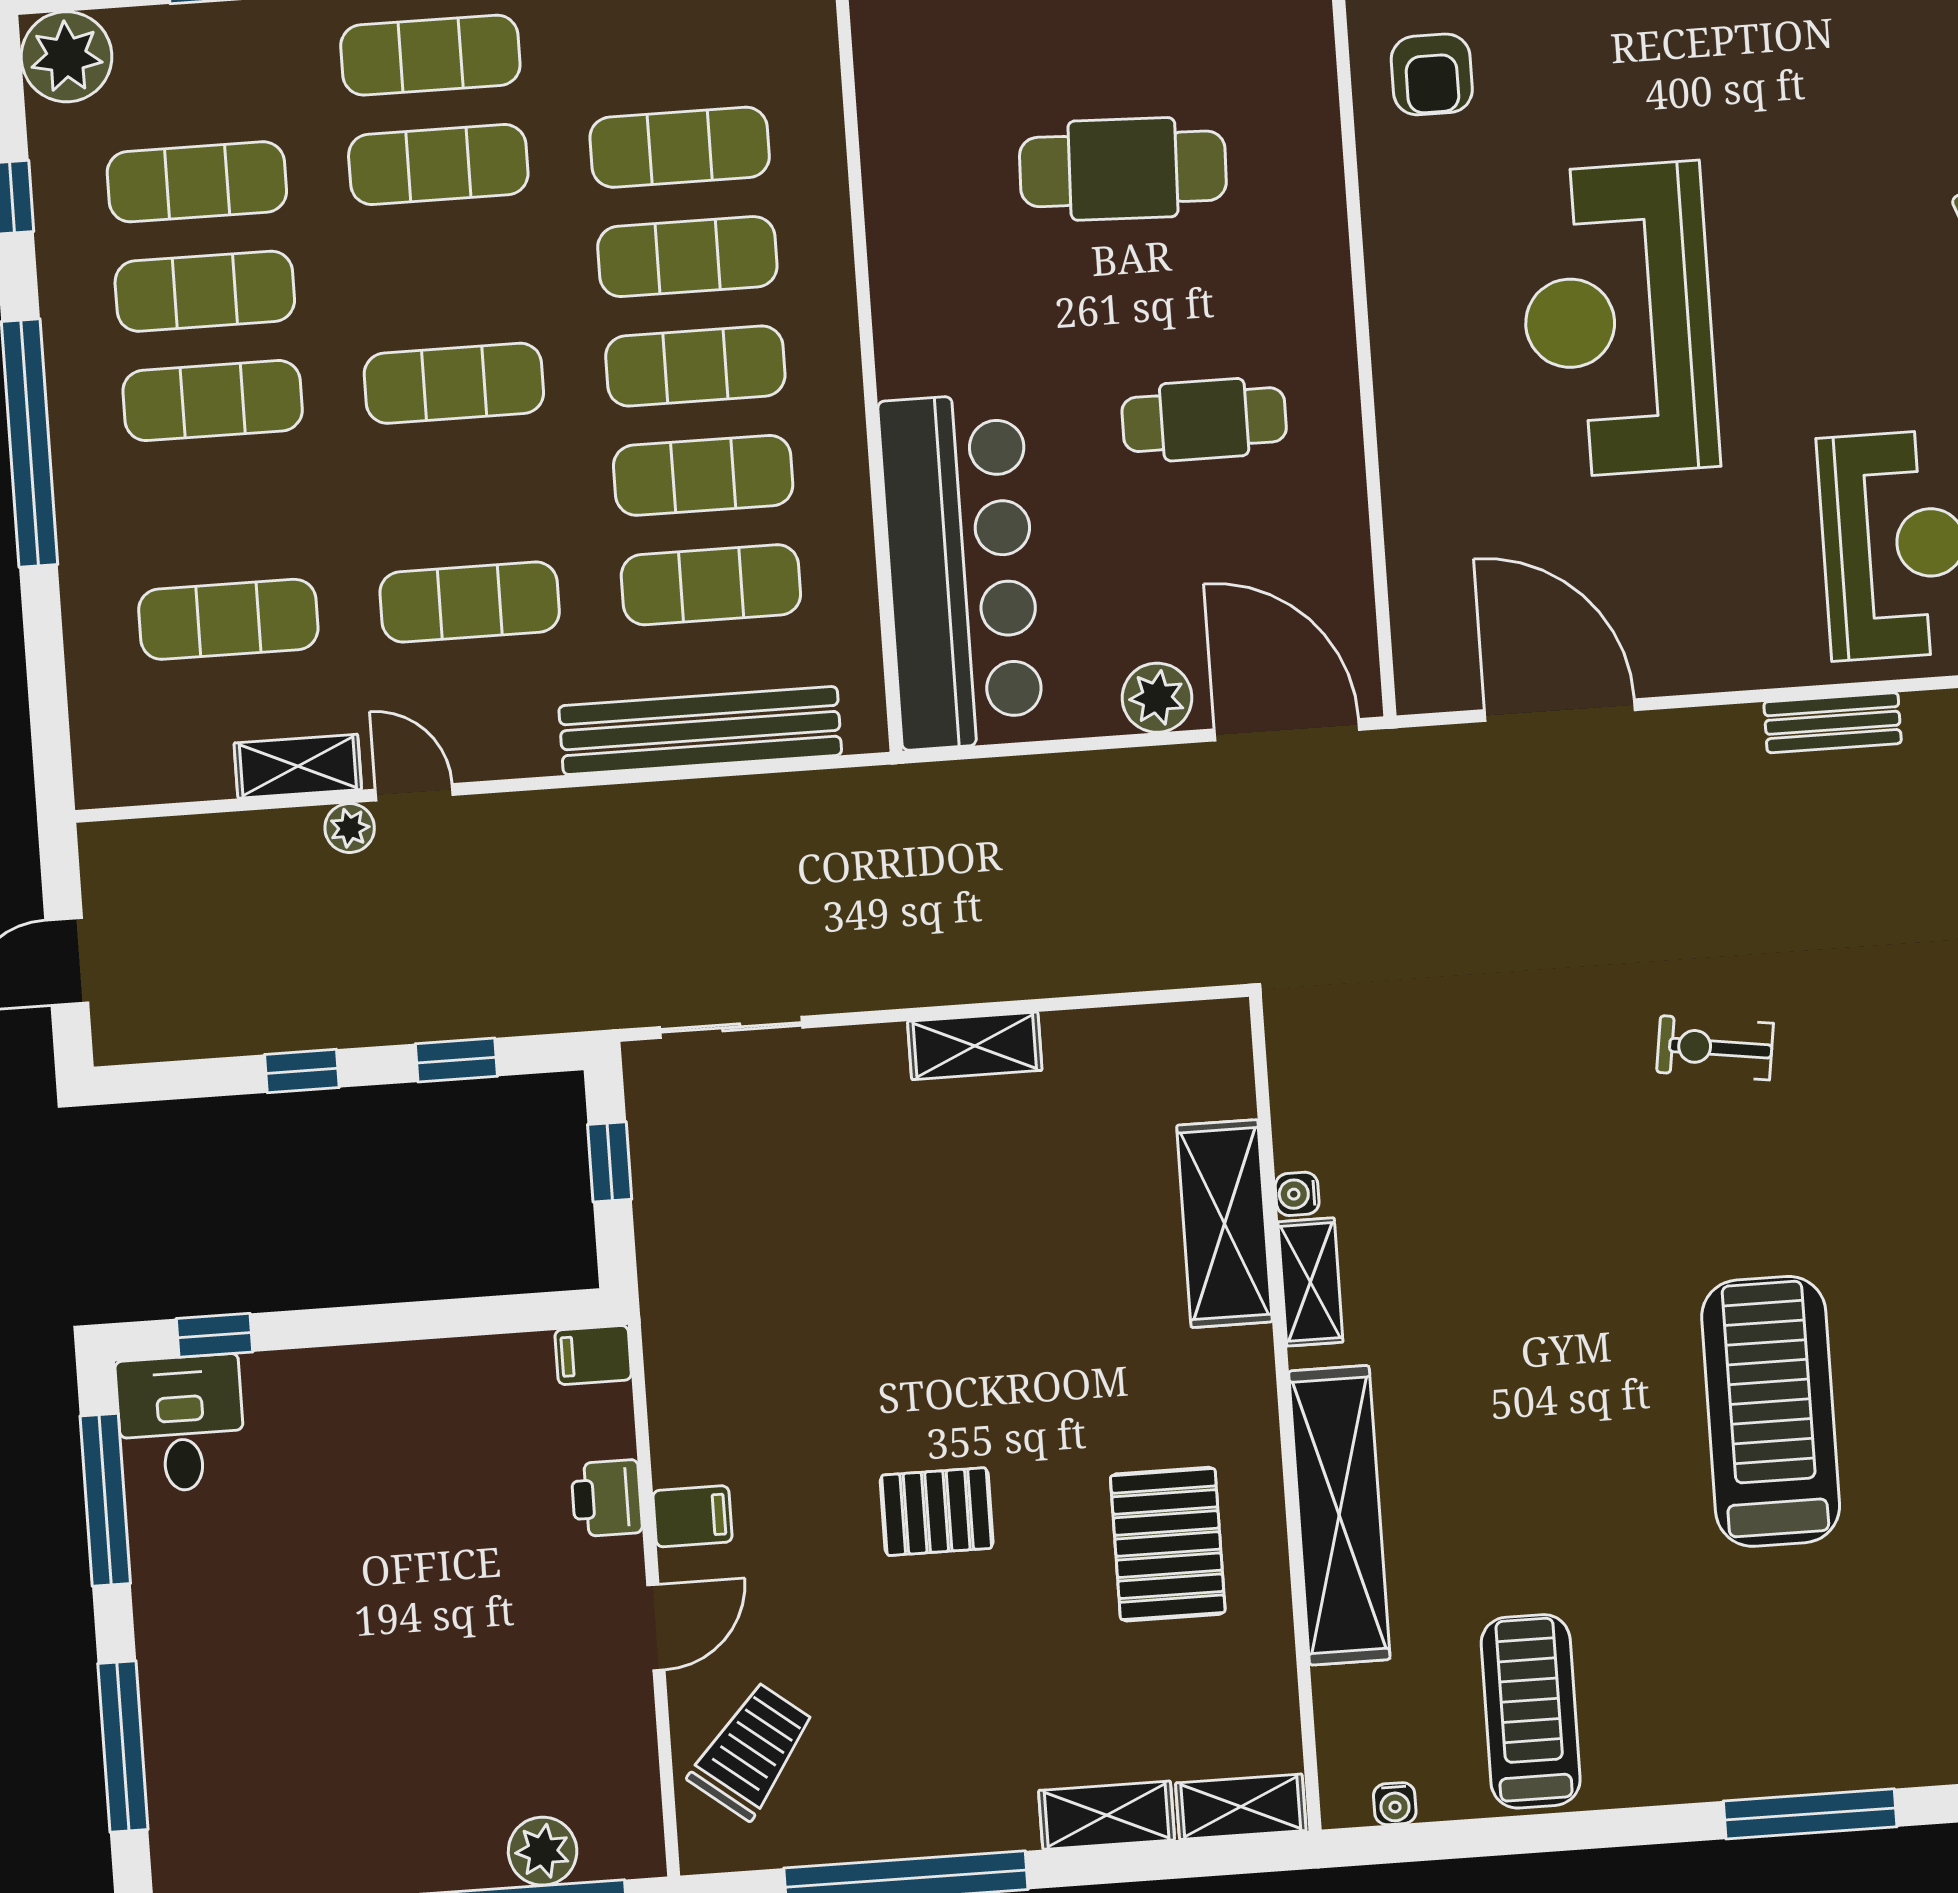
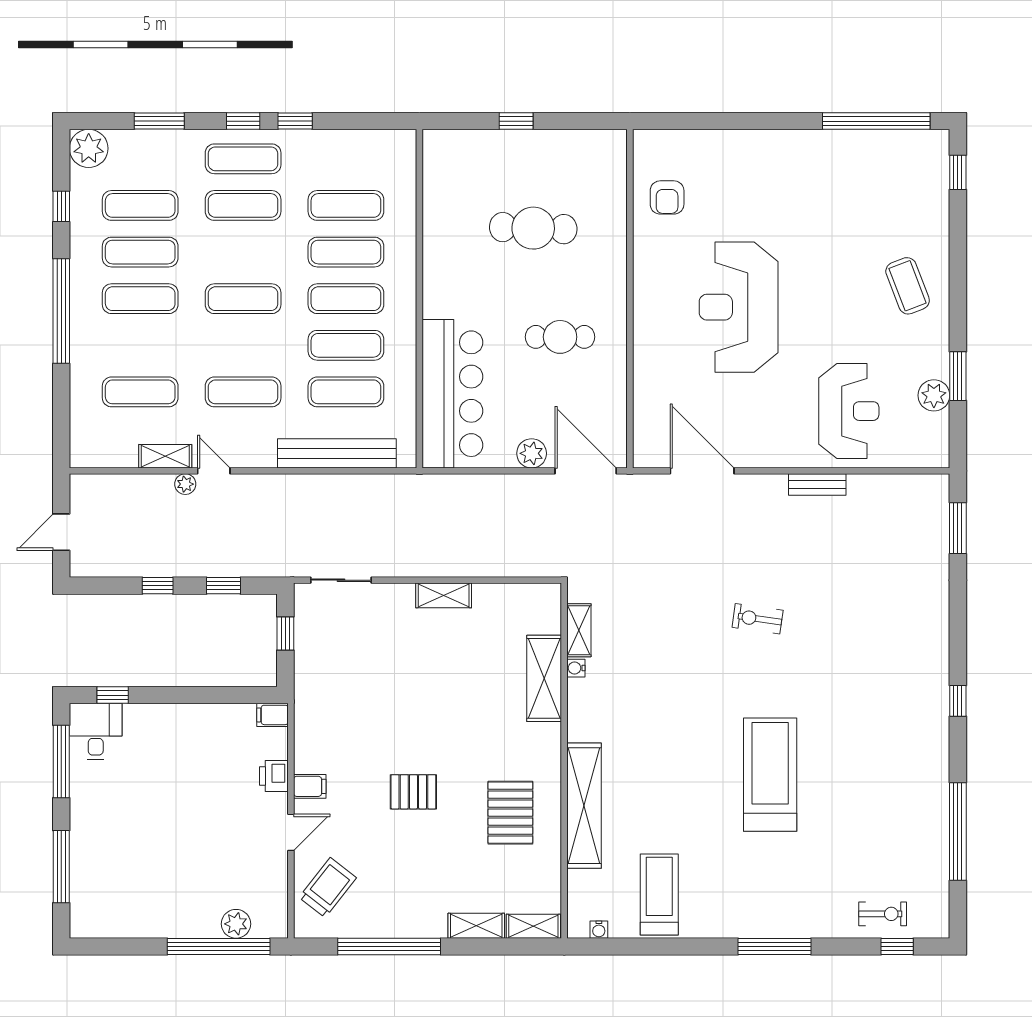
shelving: (1310, 1282) -> (579, 630), moved

